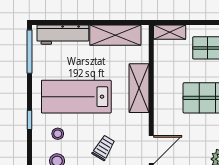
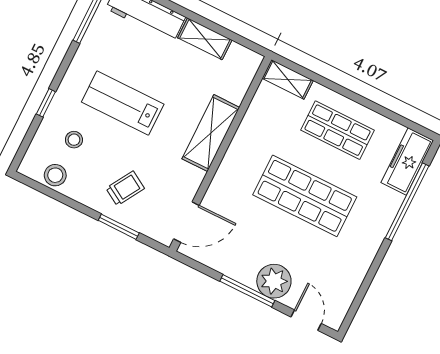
shelving: (115, 35) -> (205, 39), width x0.67, depth x0.75
lab bench: (76, 97) -> (123, 103), width x0.73, depth x0.72

